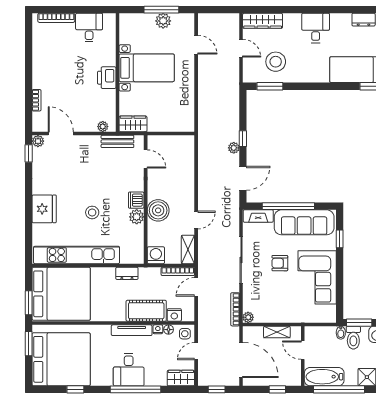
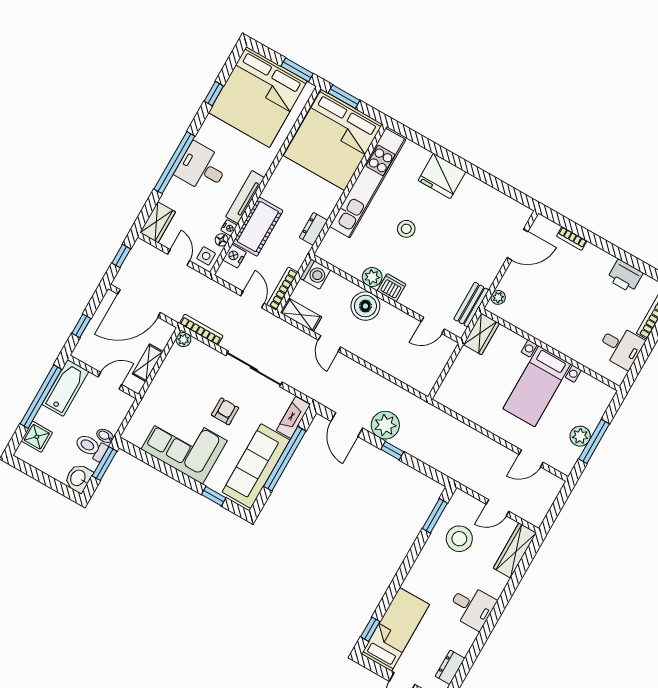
printer: (107, 78) -> (625, 276), moved, turned 180
plant: (38, 141) -> (524, 213), removed
plant: (234, 148) -> (385, 425), width x1.88, depth x1.88
window: (29, 153) -> (516, 195), removed

